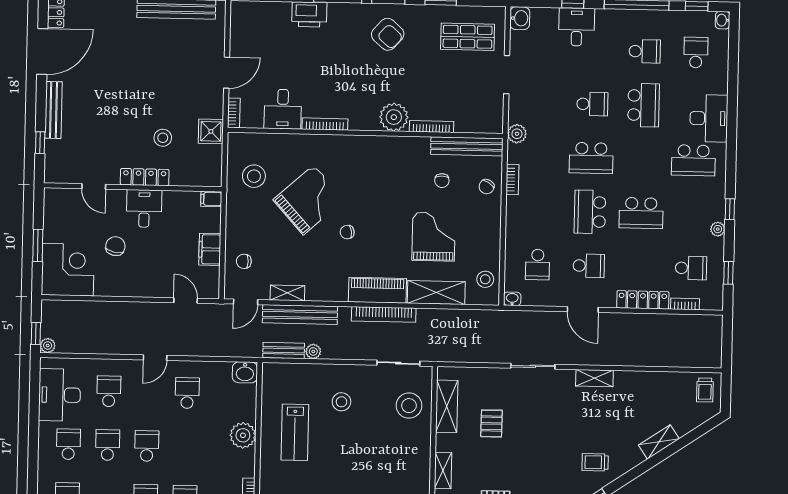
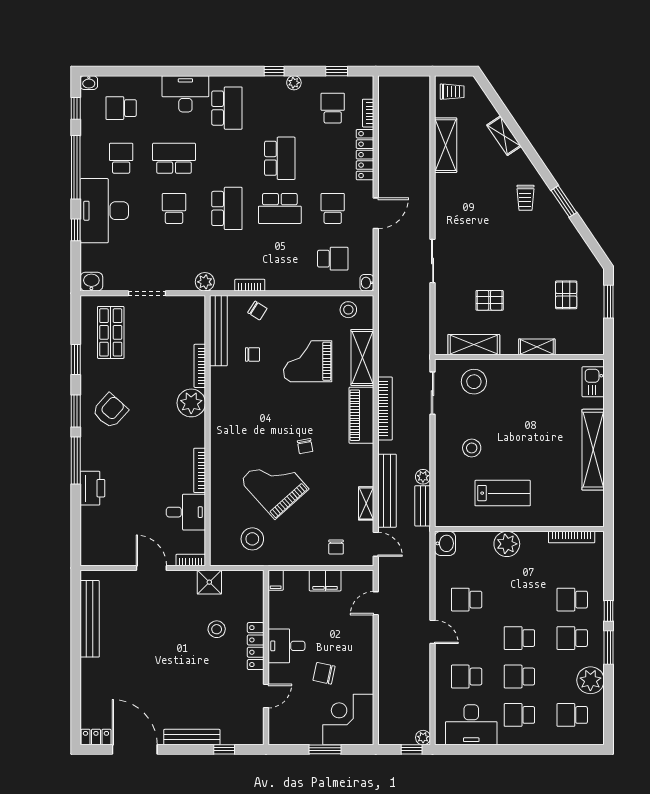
desk: (577, 27) -> (104, 211), width x1.87, depth x1.30
shelving: (594, 378) -> (446, 145), moved, width x1.50, depth x1.33

